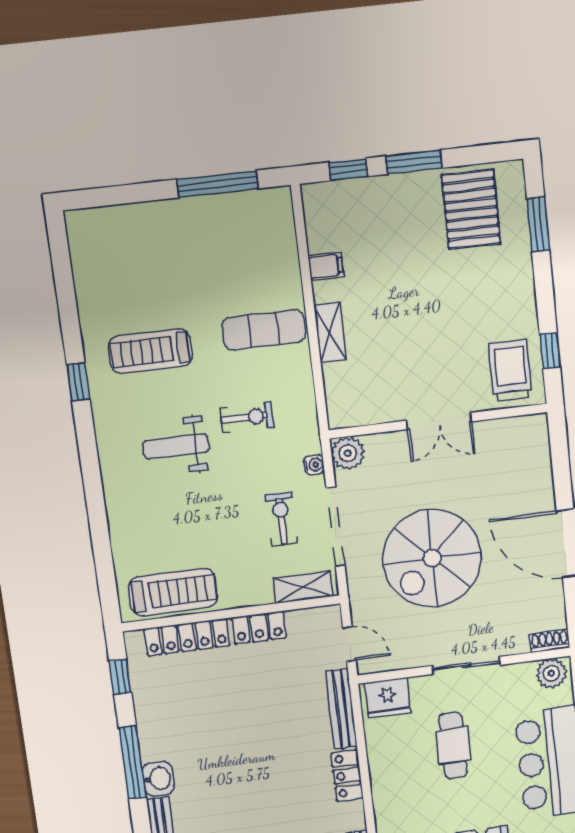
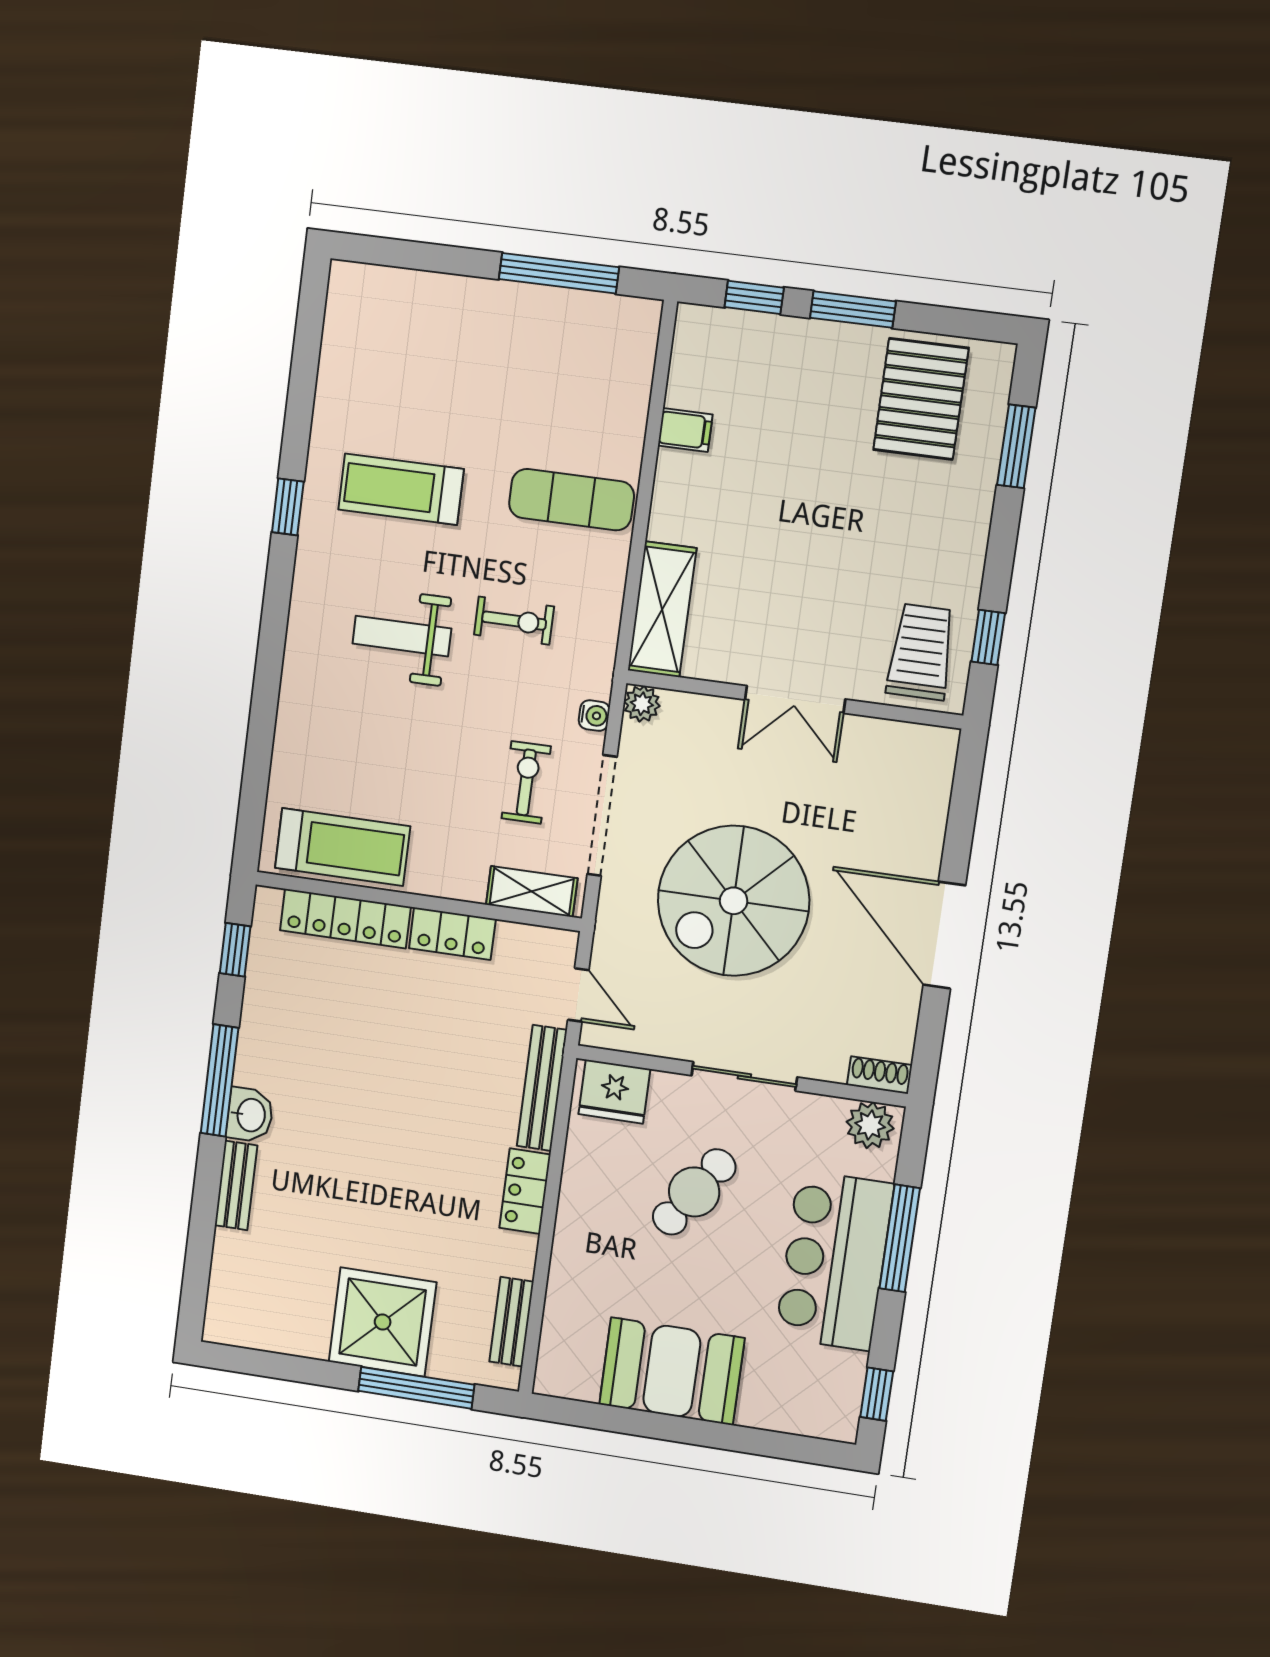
shelving: (330, 333) -> (662, 609), moved, width x1.50, depth x1.33
plant: (348, 453) -> (642, 704), width x0.73, depth x0.73
cafe table: (453, 745) -> (694, 1192), turned 34

